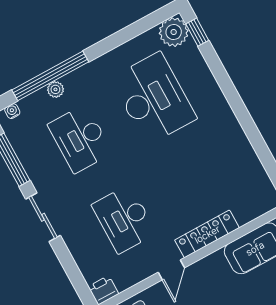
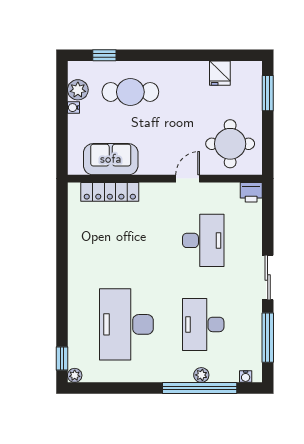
plant: (174, 32) -> (75, 375), width x0.53, depth x0.53
desk: (80, 139) -> (203, 324), turned 180
locker: (207, 234) -> (110, 192), moved

